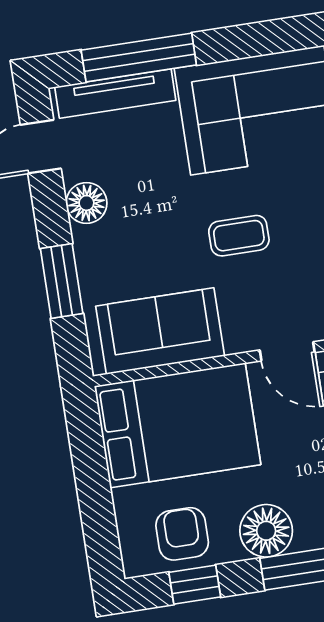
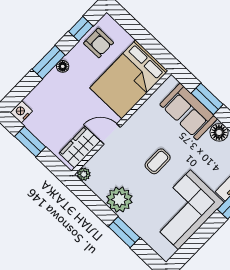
sofa: (160, 331) -> (189, 112), moved, turned 90
floor lamp: (266, 531) -> (63, 66), width x0.53, depth x0.53

